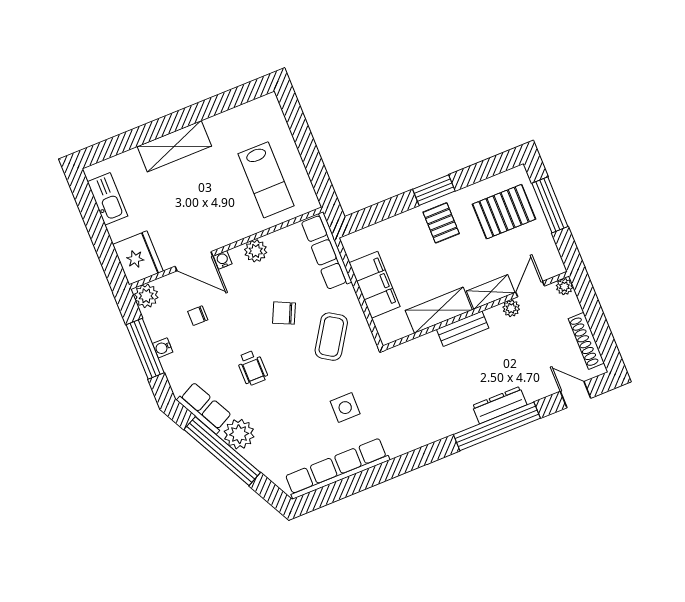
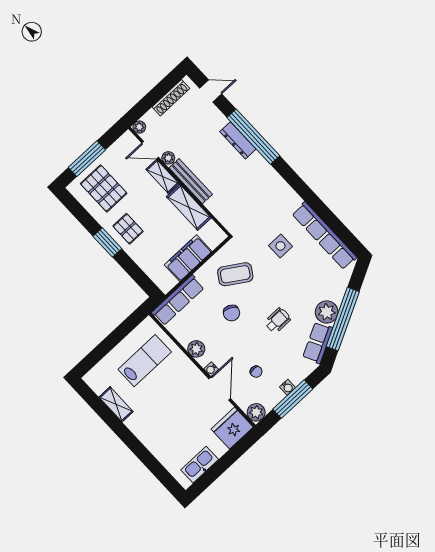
shelving: (174, 146) -> (116, 404), moved, width x0.67, depth x0.75
pallet: (441, 223) -> (128, 229), turned 90
bench: (463, 329) -> (191, 181), width x1.36
door: (575, 395) -> (211, 91), swing flipped

